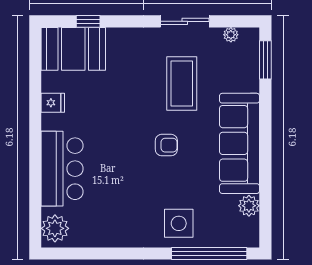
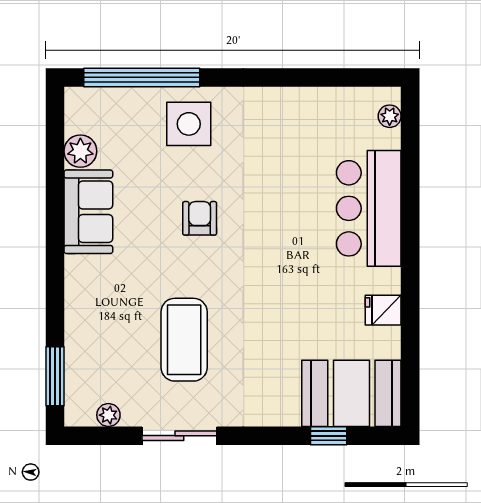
sofa: (240, 143) -> (88, 212), width x0.54, depth x0.79
armchair: (166, 145) -> (200, 218), moved, turned 90
plant: (55, 228) -> (390, 116), width x0.53, depth x0.53

